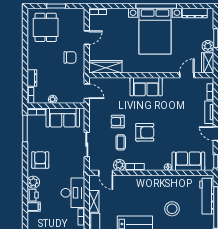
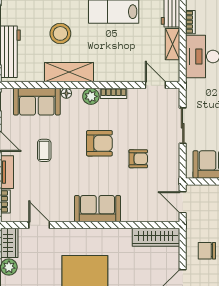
door: (187, 75) -> (39, 225), swing flipped
armchair: (145, 132) -> (99, 143), turned 180
coffee table: (121, 142) -> (44, 150), moved
plant: (119, 165) -> (91, 96), moved
shelving: (166, 182) -> (69, 72), added

